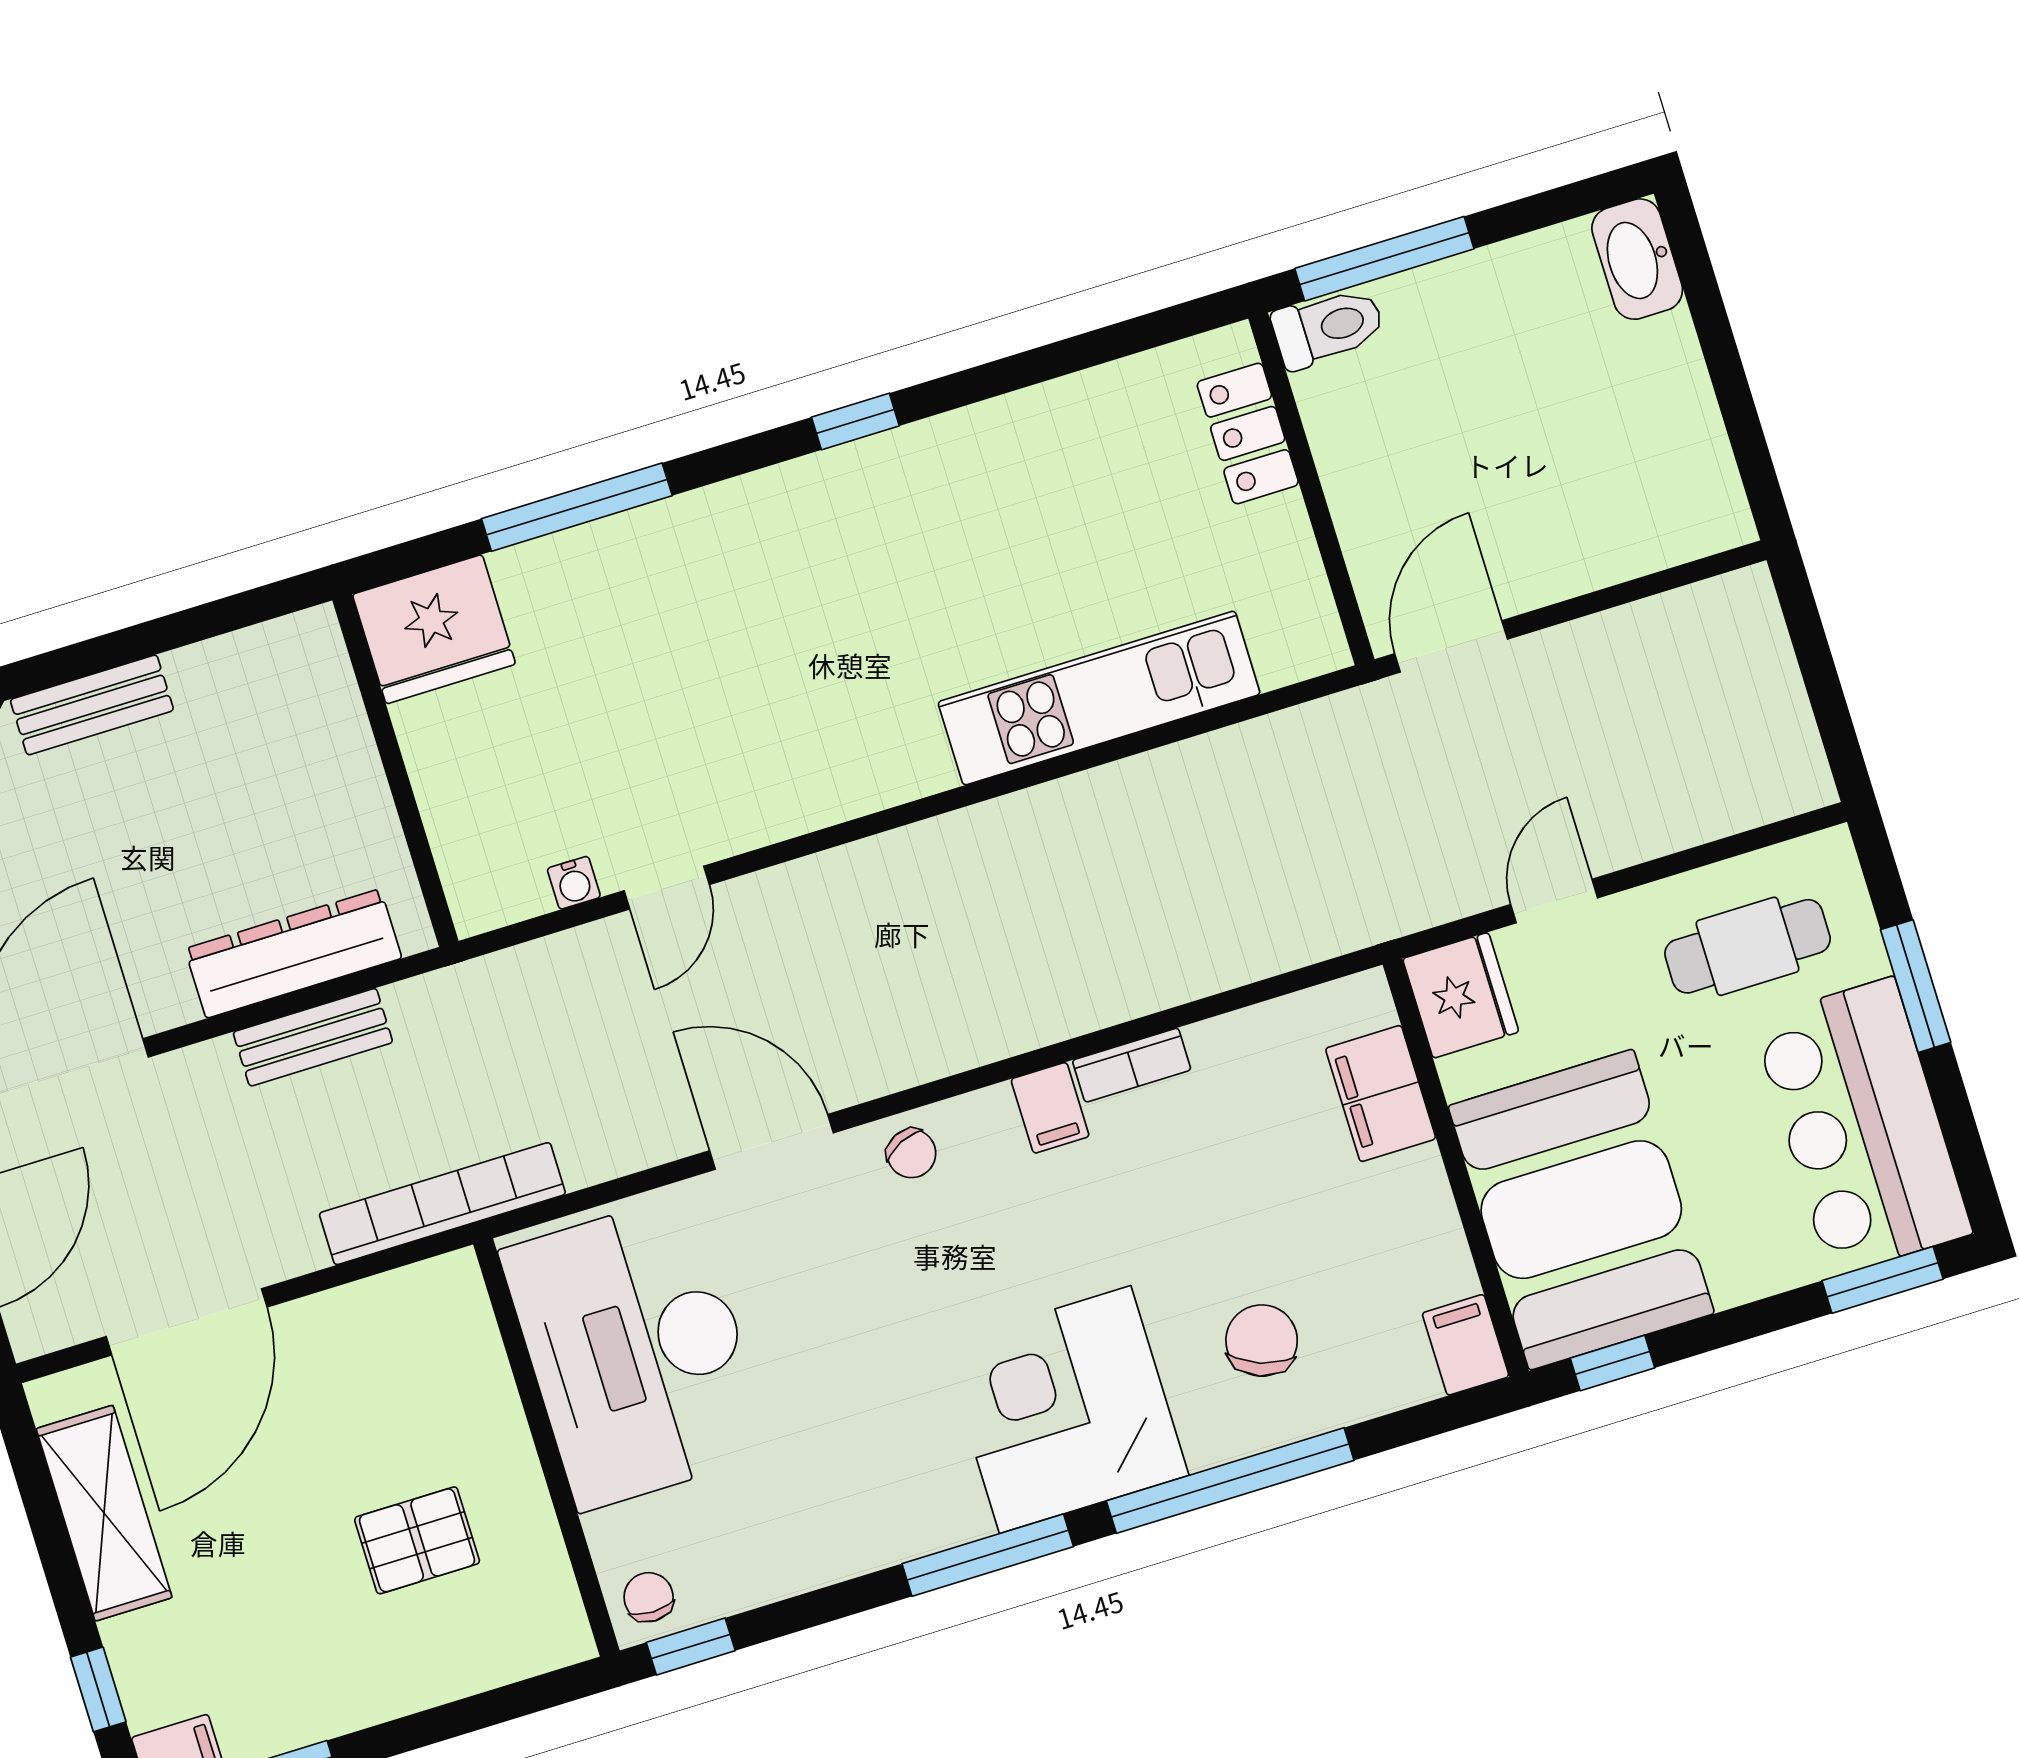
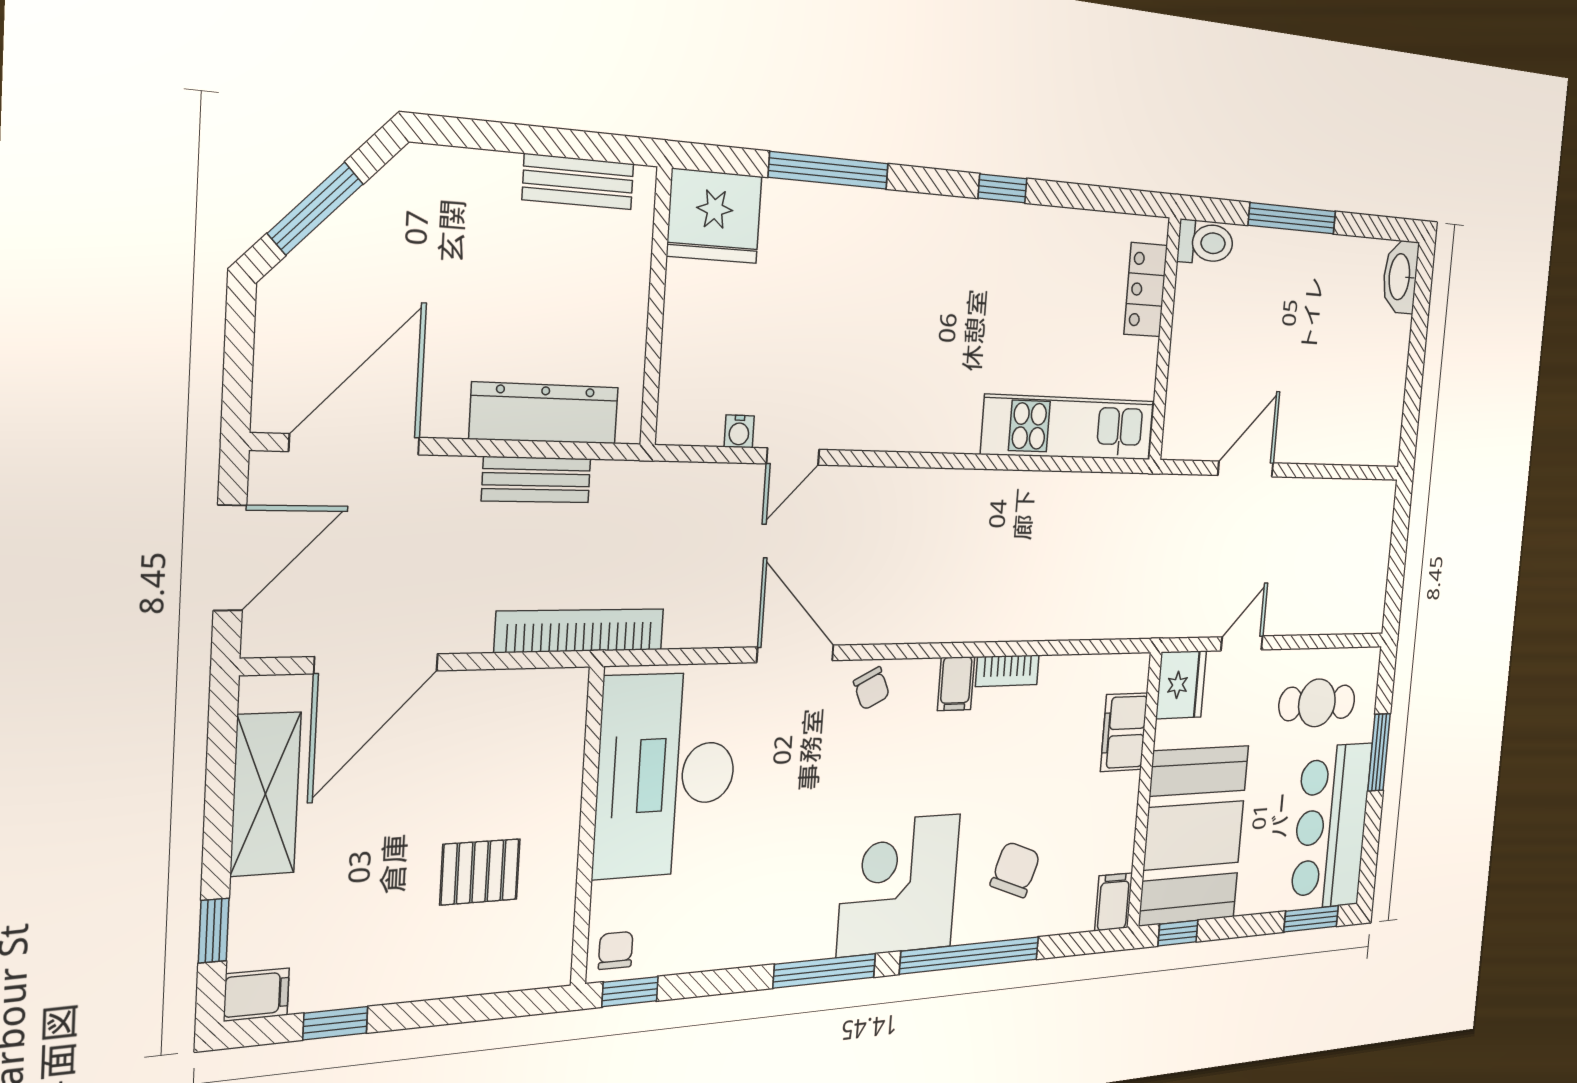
toilet: (1328, 328) -> (1206, 243), moved
locker: (1248, 433) -> (1146, 290), moved
wall: (1311, 489) -> (1165, 339), moved
bench: (92, 705) -> (578, 182), moved

